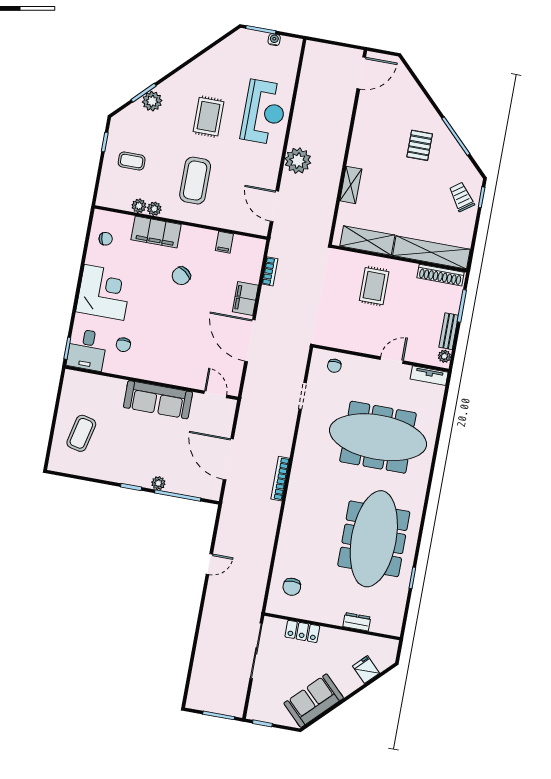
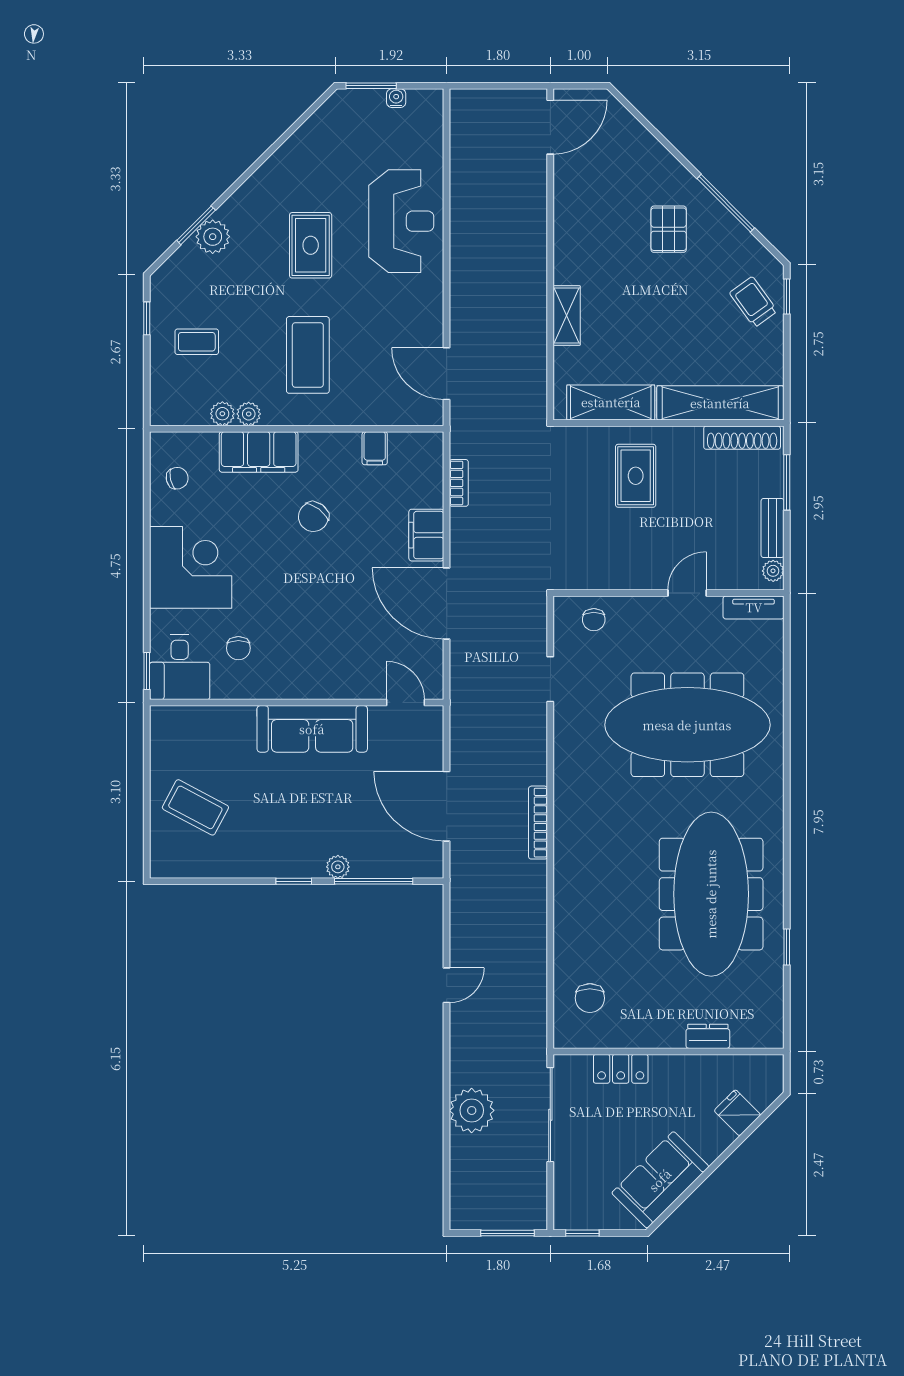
plant: (298, 161) -> (472, 1110), moved
coffee table: (81, 433) -> (195, 807), turned -75

